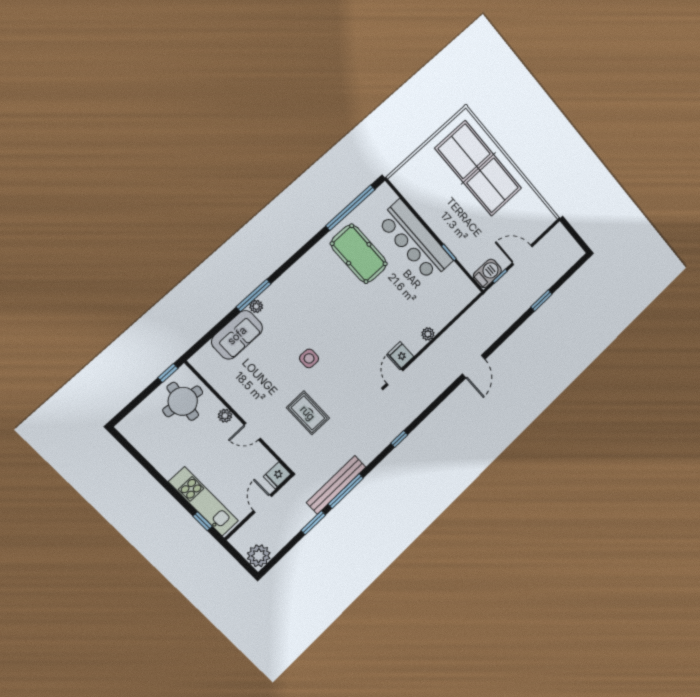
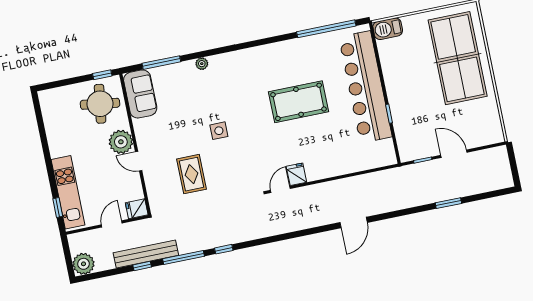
bar counter: (415, 241) -> (365, 87), width x1.36
pool table: (359, 254) -> (298, 102), moved, turned 90
barbecue: (487, 273) -> (388, 29), moved, turned 180
window: (253, 295) -> (161, 63), moved
plant: (428, 334) -> (330, 171), removed
sofa: (237, 335) -> (140, 94), moved, turned -90
plant: (225, 416) -> (121, 142), width x1.87, depth x1.87
window: (399, 439) -> (224, 249), moved
bench: (336, 485) -> (146, 254), moved
window: (313, 523) -> (142, 266), width x0.67

